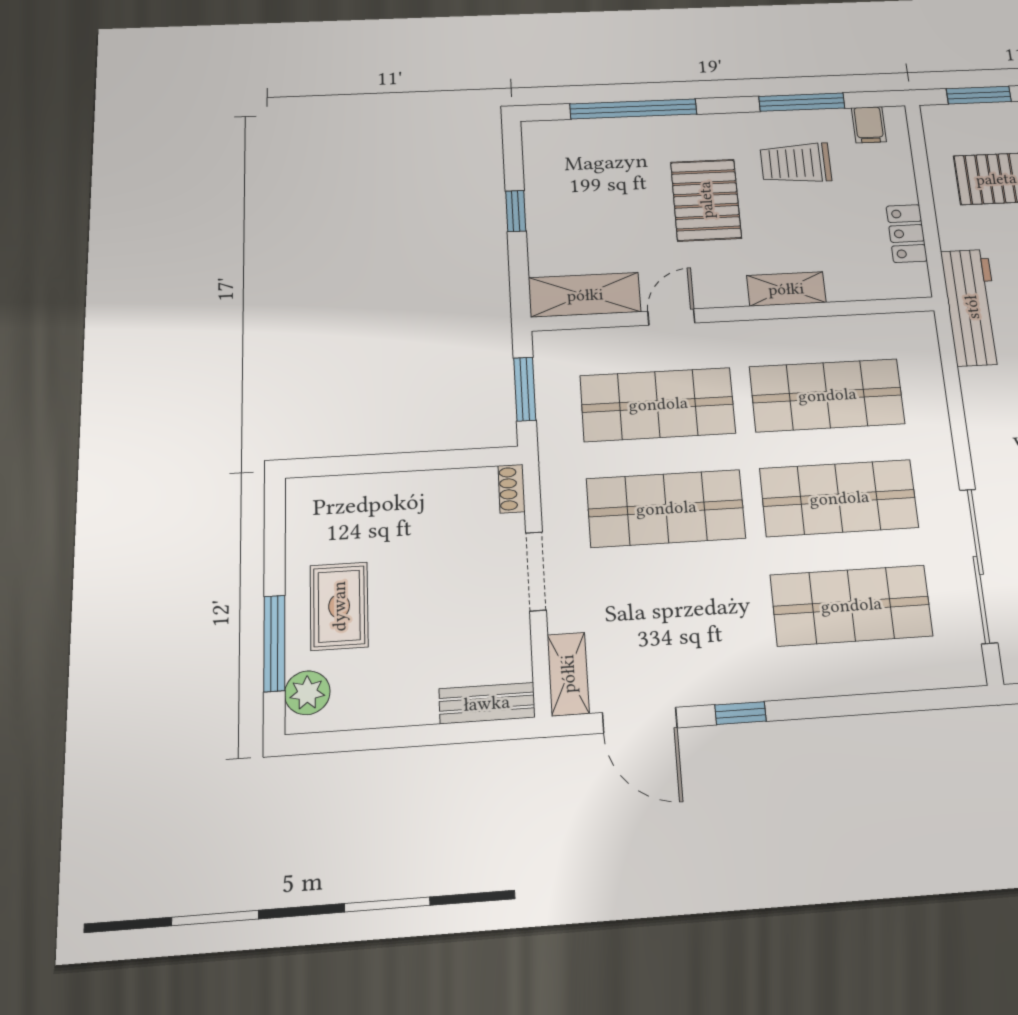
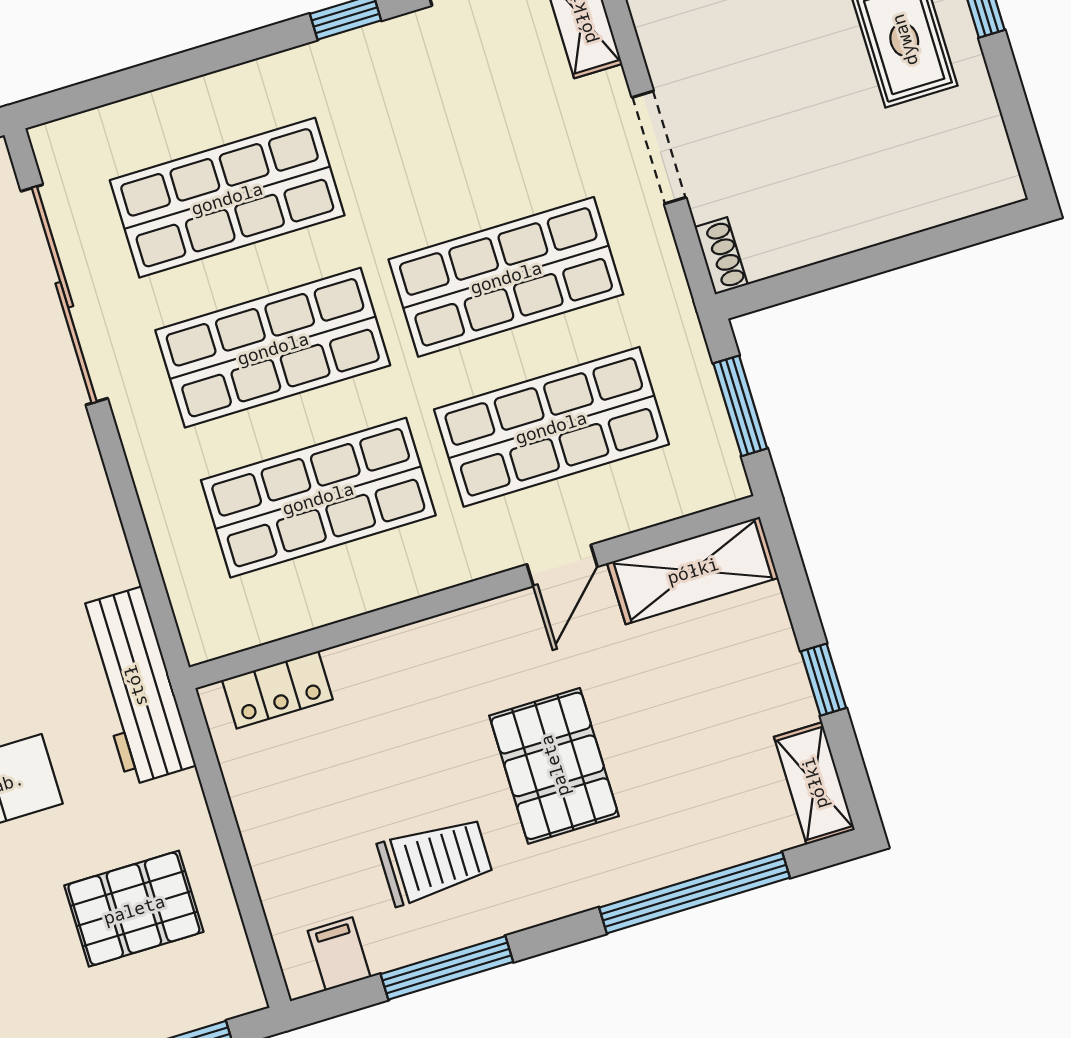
locker: (907, 234) -> (277, 690), moved, turned 90
shelving: (786, 289) -> (814, 783), moved, turned 90

